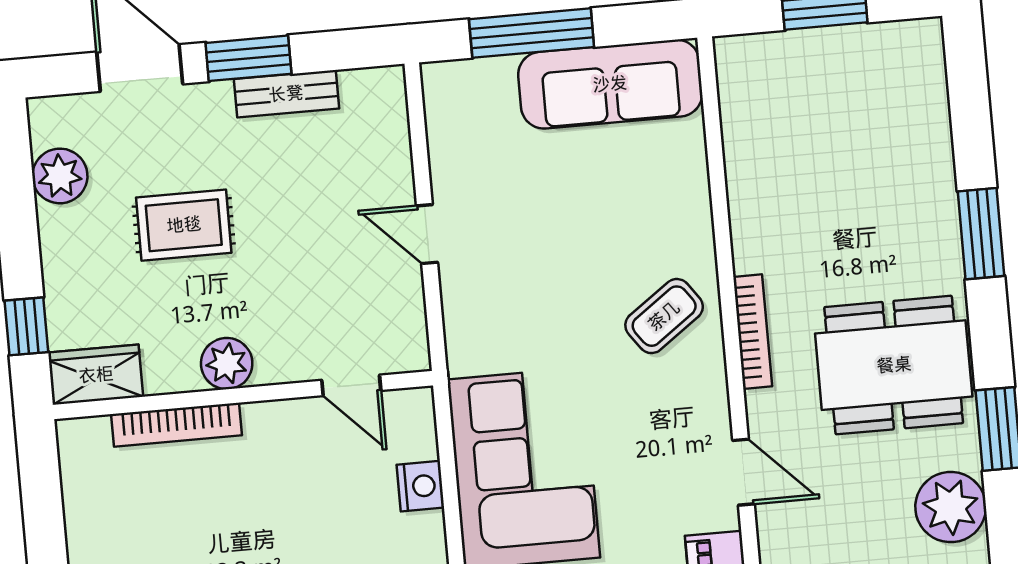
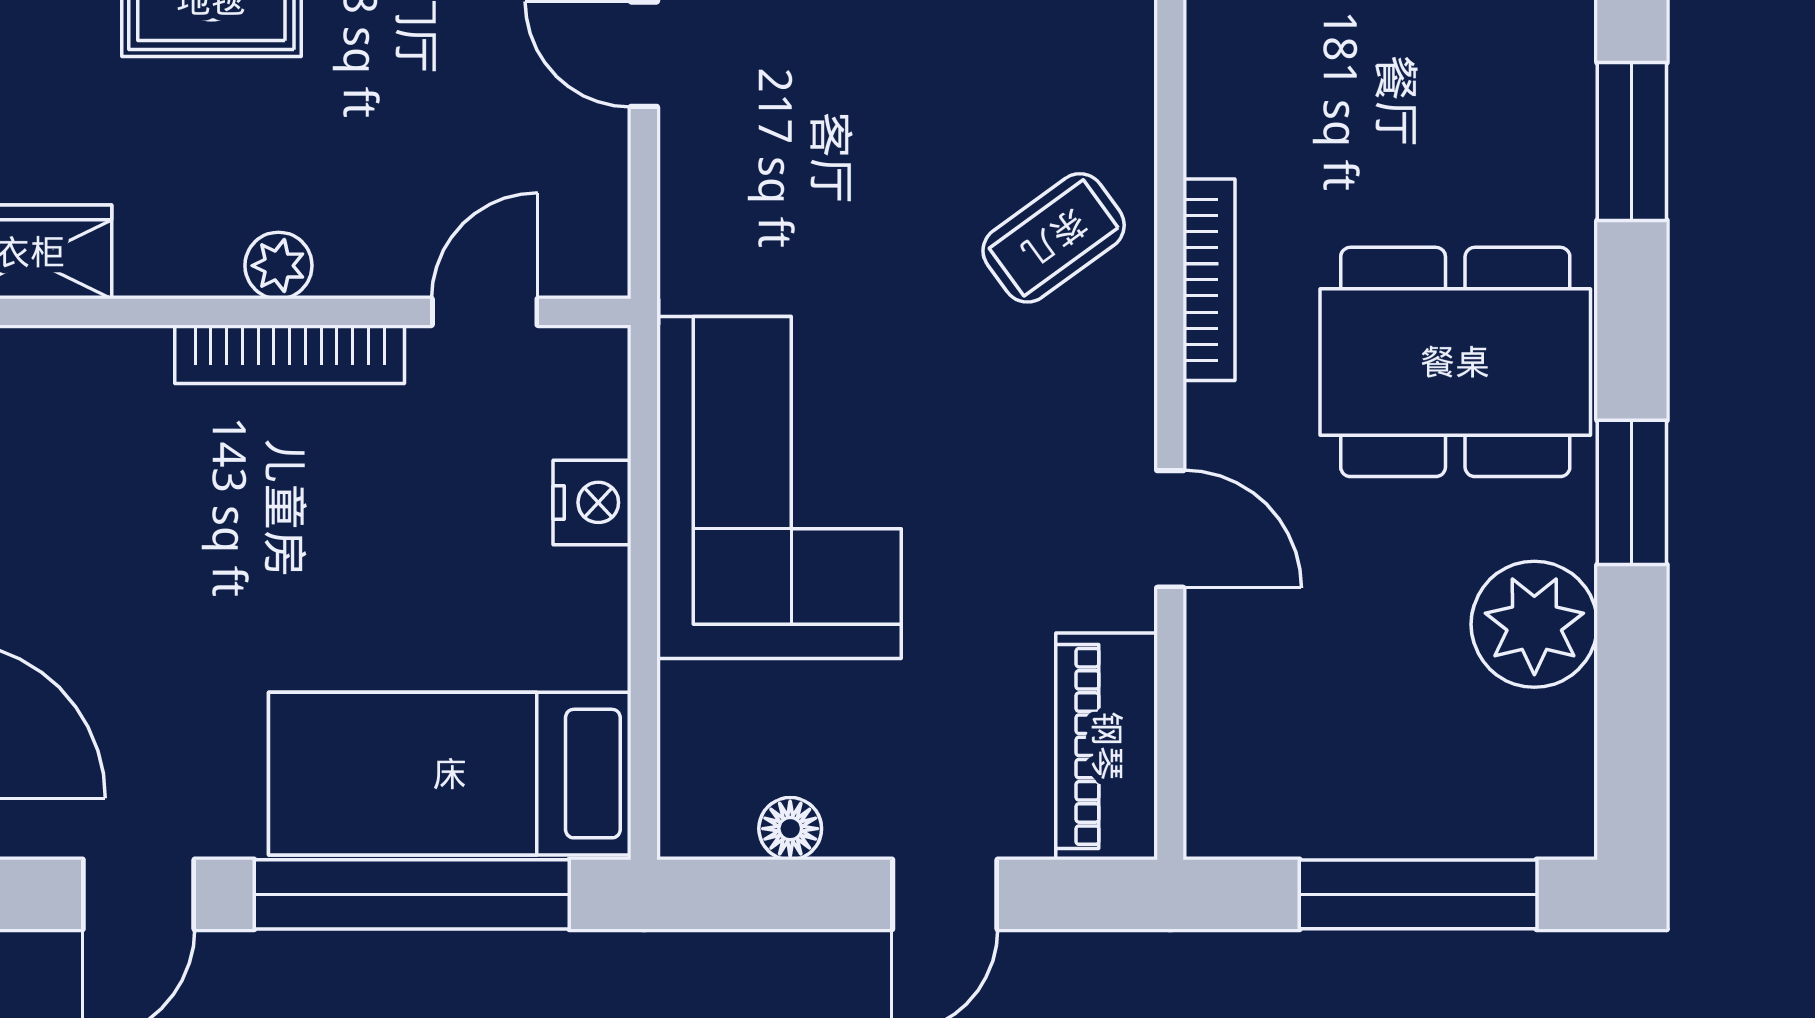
plant: (227, 364) -> (278, 266), width x0.73, depth x0.73
door: (351, 385) -> (485, 312), swing flipped
bookcase: (176, 425) -> (290, 354), moved

